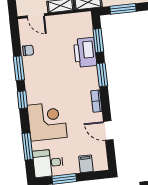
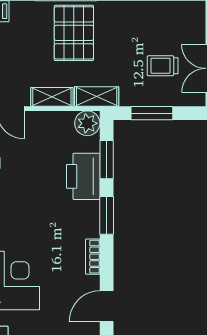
plant: (84, 20) -> (87, 123), added
door: (108, 131) -> (107, 306), hinge flipped

